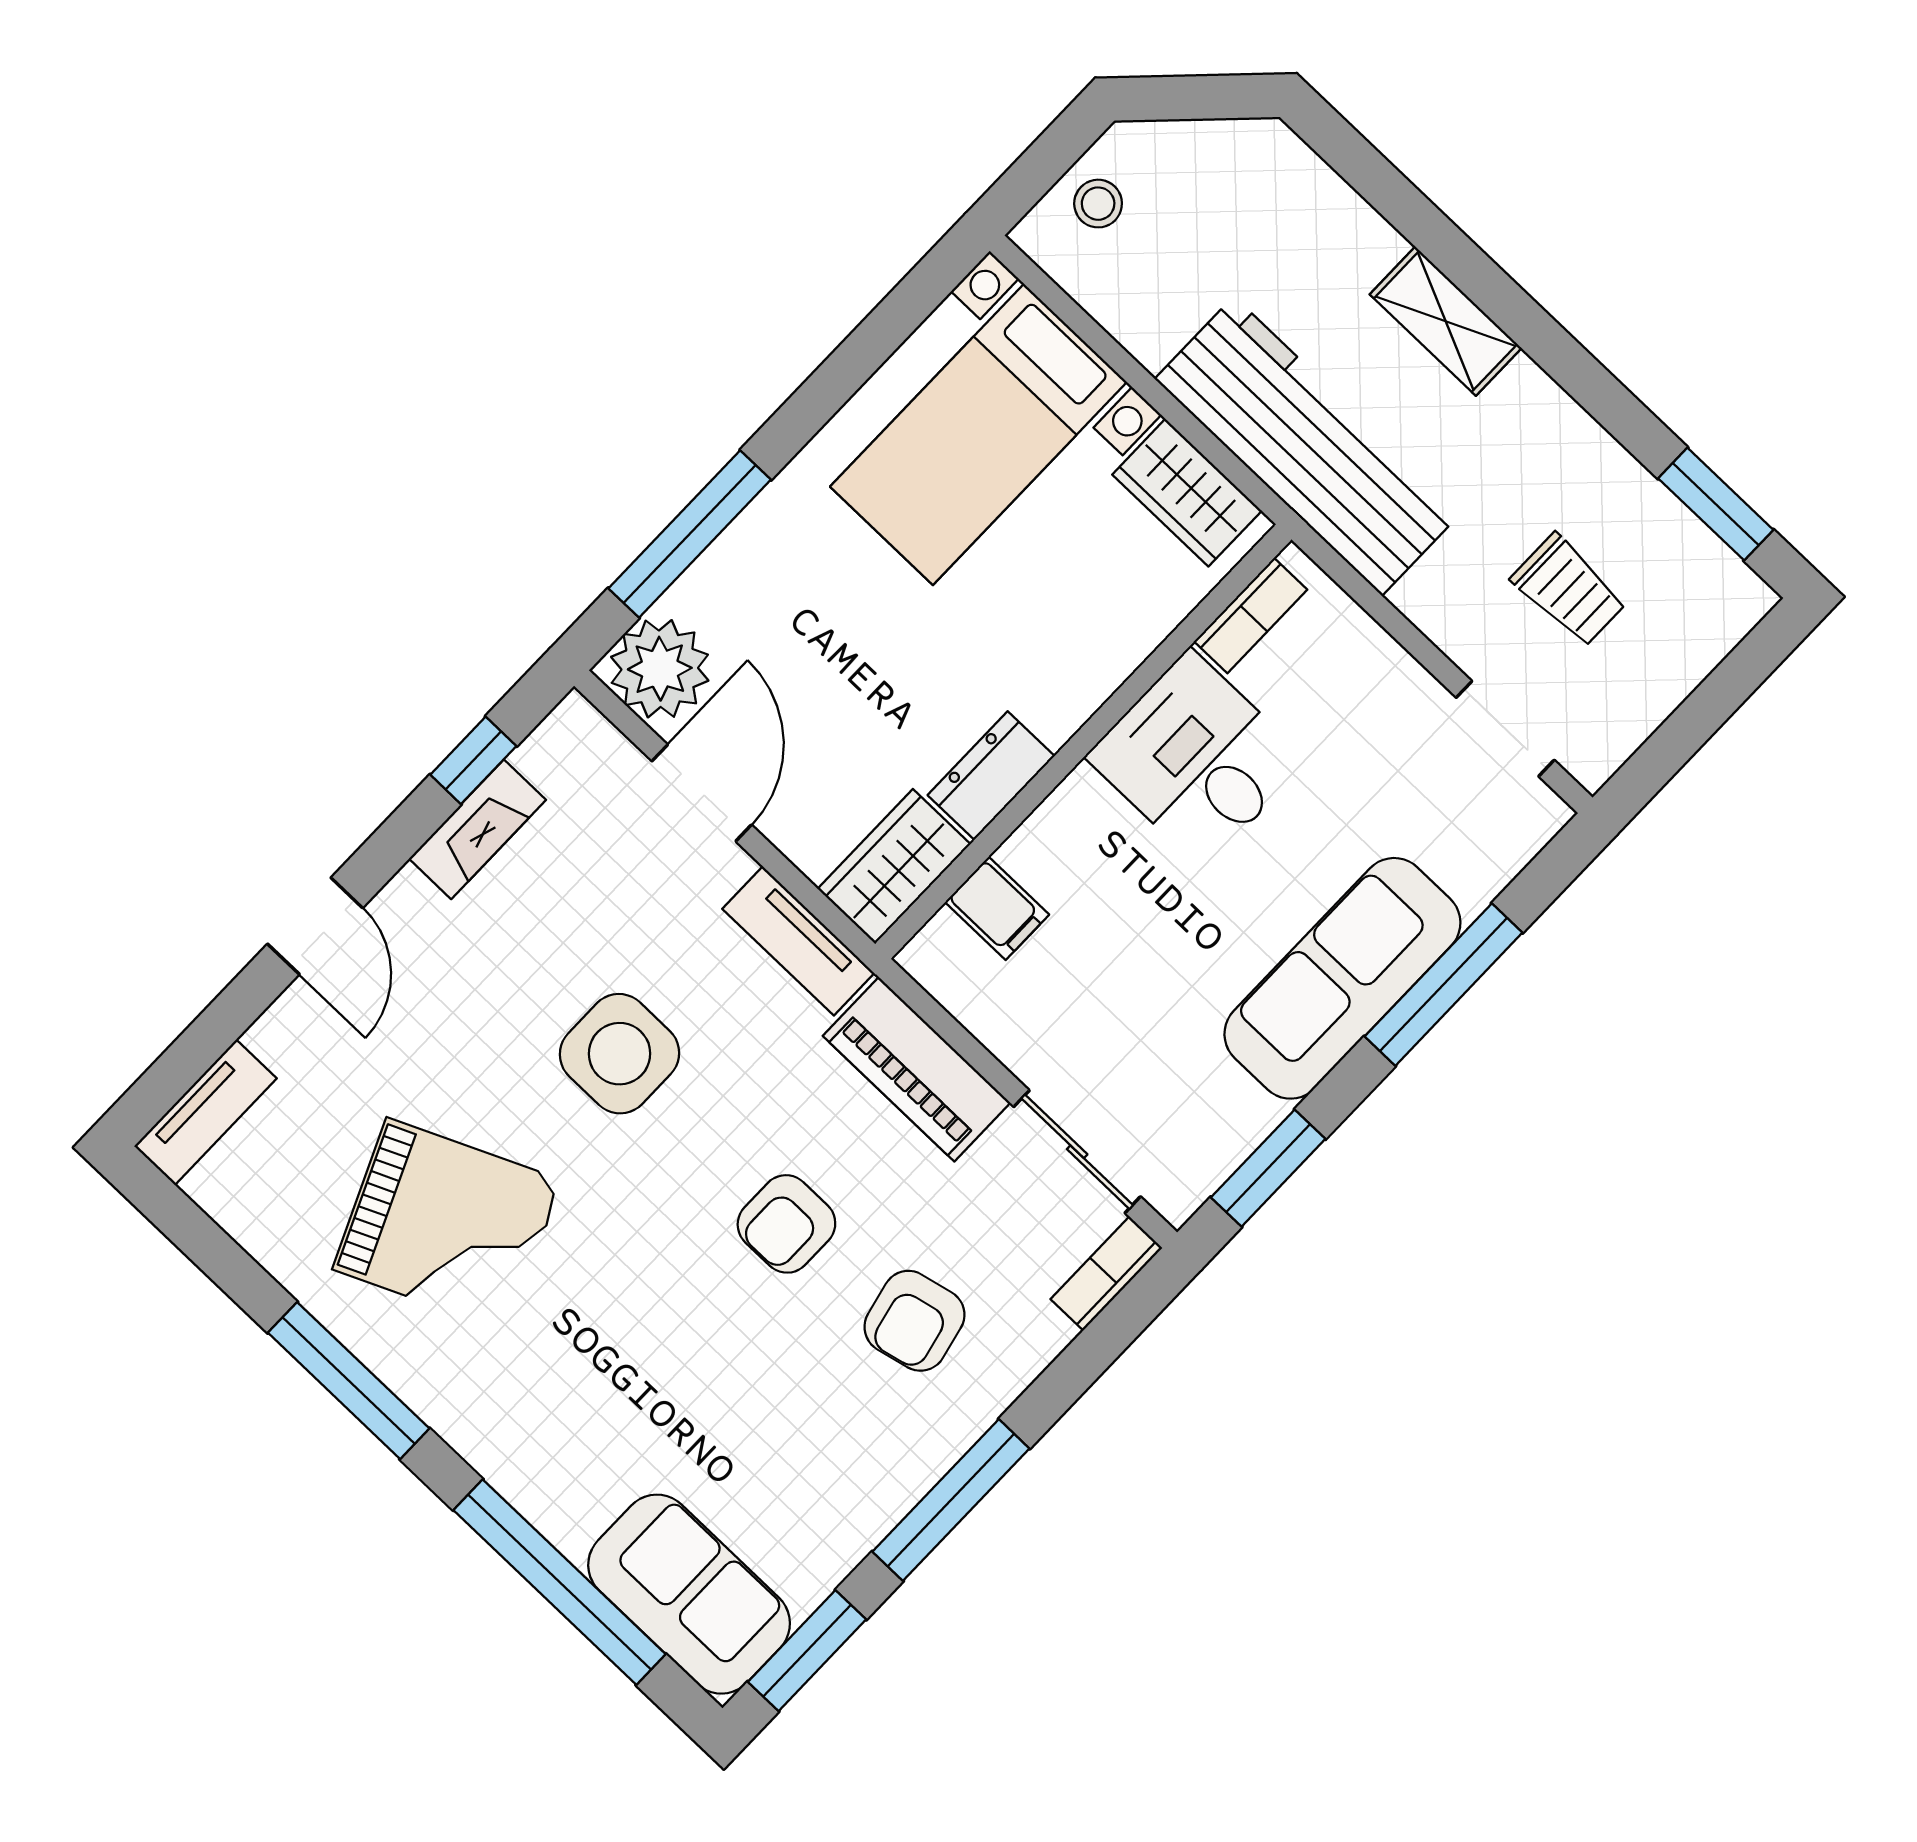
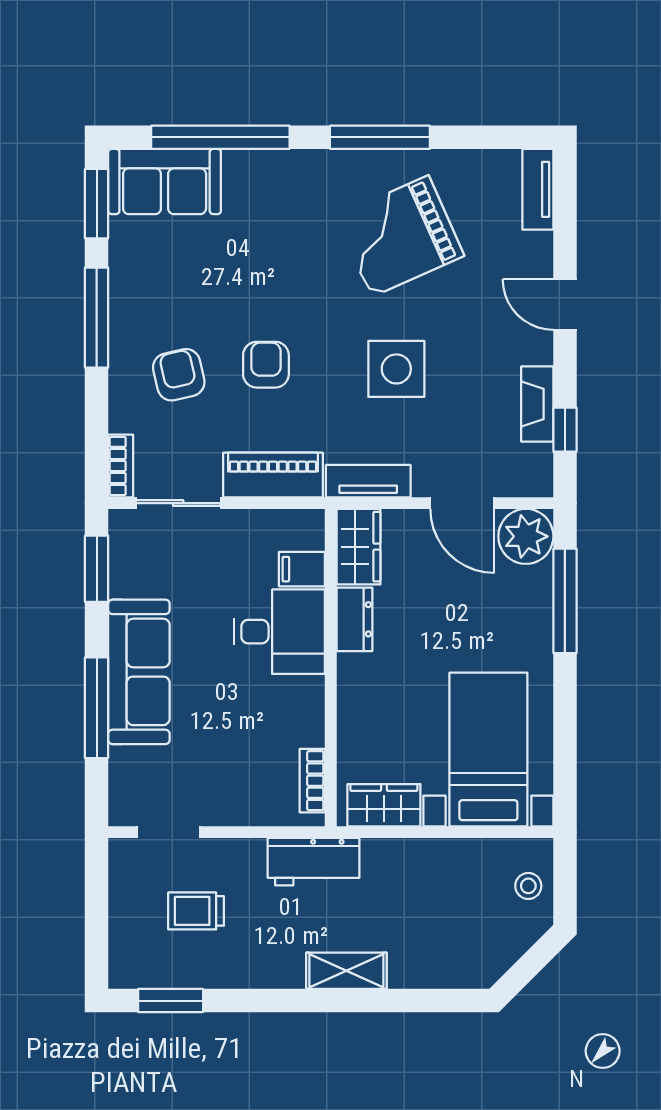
workbench: (1308, 446) -> (314, 862), width x0.53, depth x0.76
desk: (1197, 759) -> (279, 632), moved

